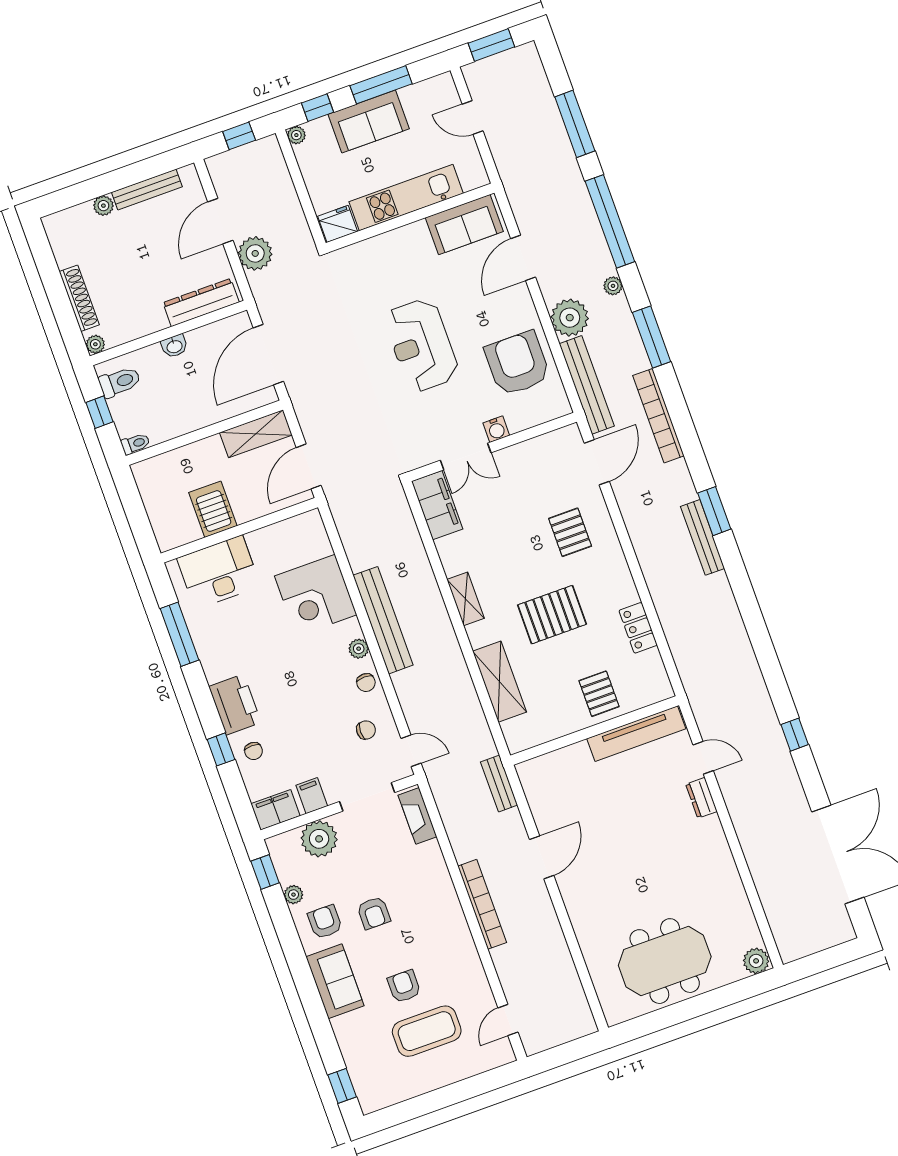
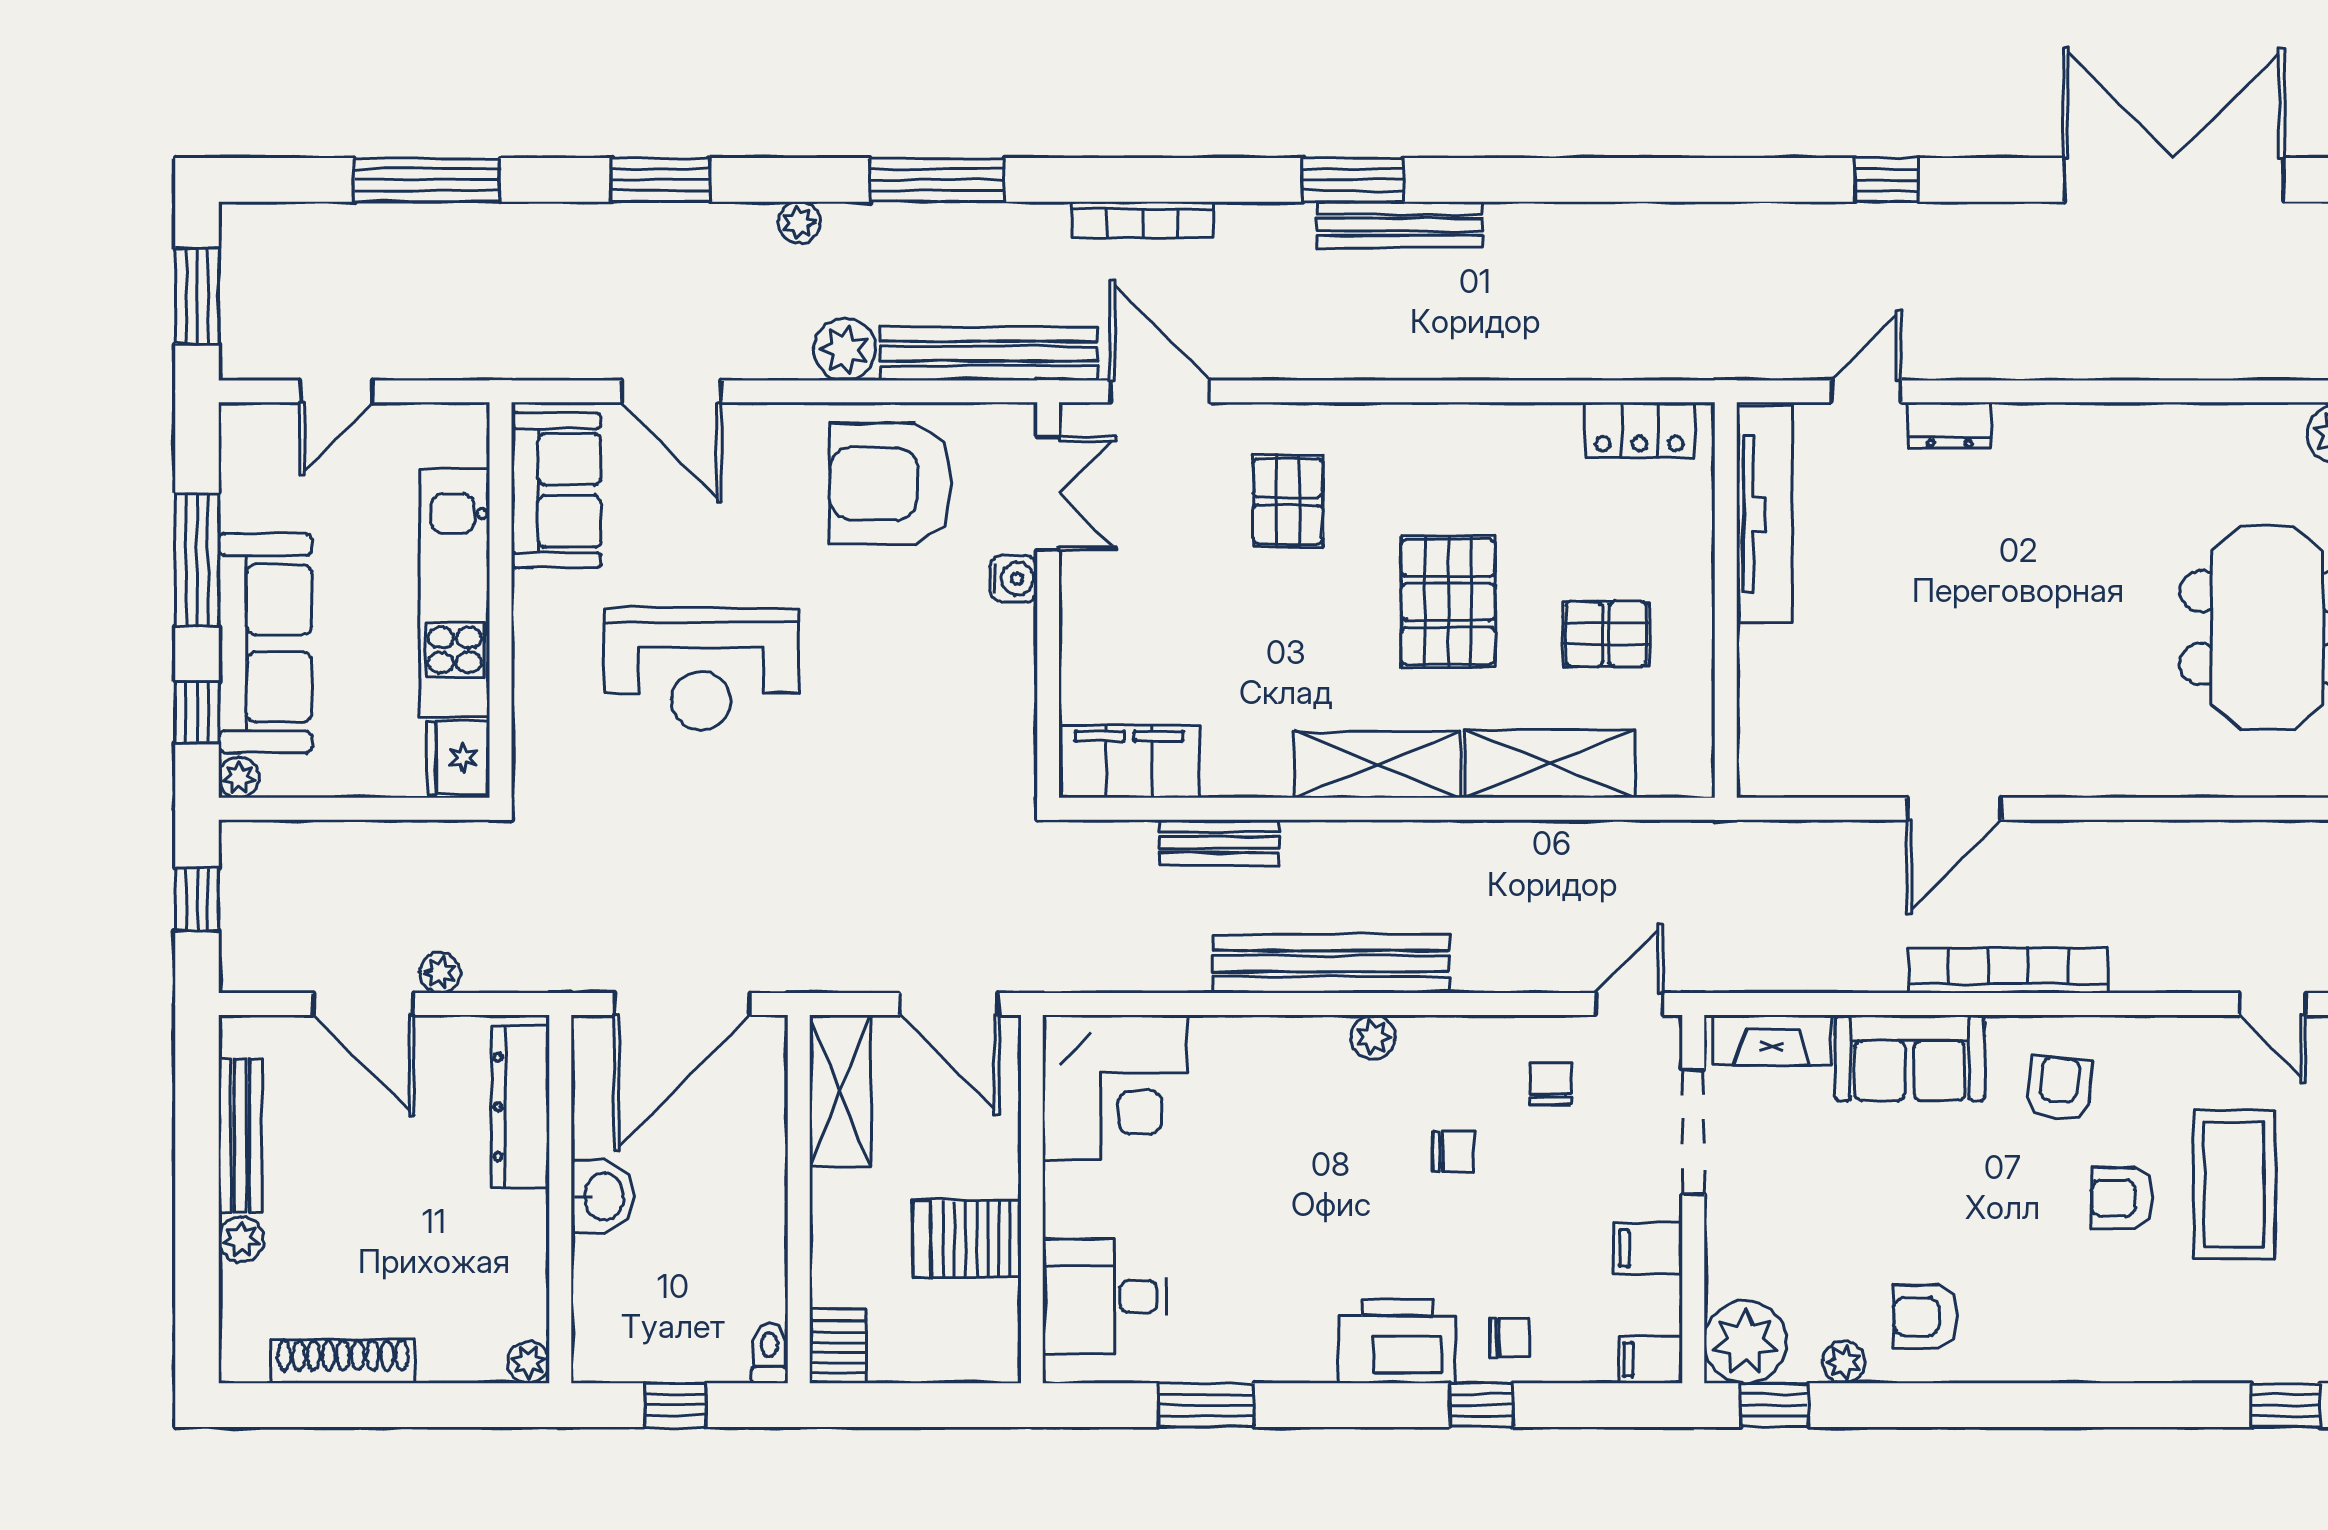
sofa: (369, 121) -> (265, 643), width x1.36
window: (610, 221) -> (661, 180), width x0.47
plant: (255, 253) -> (440, 973), width x0.53, depth x0.53
shoe rack: (79, 298) -> (343, 1361), moved
plant: (570, 318) -> (845, 349), width x0.73, depth x0.73
reception desk: (421, 345) -> (701, 669), moved
washbasin: (174, 346) -> (602, 1196), width x1.38, depth x1.45
door: (268, 355) -> (682, 1004), hinge flipped
toilet: (120, 382) -> (627, 1339), removed
bookcase: (658, 416) -> (1142, 220), width x0.68, depth x0.76
double door: (466, 457) -> (1048, 493), moved
server rack: (149, 471) -> (838, 1346), added
pallet: (570, 532) -> (1288, 501), turned 90
desk: (219, 572) -> (1105, 1297), width x0.73
corner desk: (316, 595) -> (1115, 1087), moved
shelving: (466, 599) -> (1377, 765), width x1.50, depth x1.33
locker: (638, 628) -> (1640, 430), moved
window: (180, 634) -> (1206, 1405), width x0.69
chair: (366, 683) -> (1453, 1152), moved
pallet: (599, 694) -> (1606, 634), moved
bench: (499, 783) -> (1219, 843), moved
filing cabinet: (275, 810) -> (1651, 1360), width x0.50
plant: (319, 839) -> (1745, 1342), moved
door: (542, 857) -> (1954, 809), swing flipped
armchair: (374, 913) -> (2059, 1088), moved, turned -84
sofa: (335, 981) -> (1910, 1058), moved, turned 180

